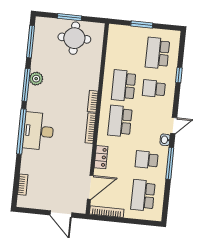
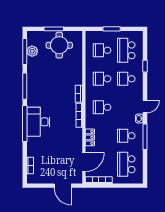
school desk: (127, 50) -> (102, 50), added
plant: (36, 79) -> (32, 51), moved
school desk: (124, 86) -> (102, 79), width x0.54
school desk: (120, 121) -> (102, 107), width x0.54

